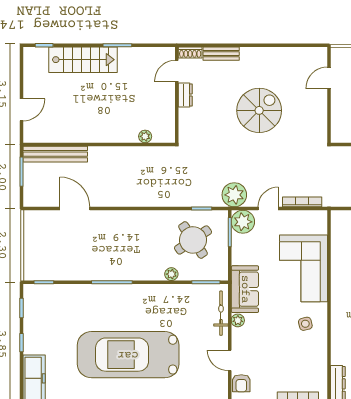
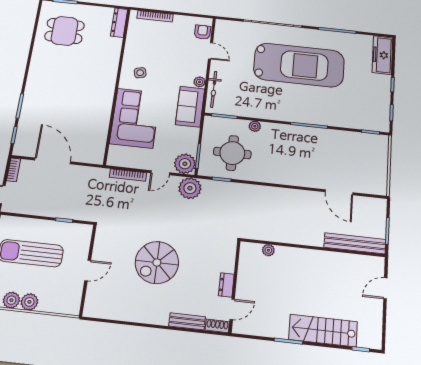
door: (329, 78) -> (88, 271), moved
round table: (193, 240) -> (232, 153), turned 34

